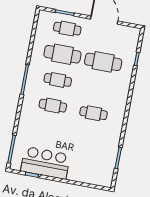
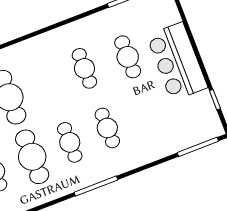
cafe table: (85, 141) -> (128, 57), added
bar counter: (45, 163) -> (177, 62), moved

